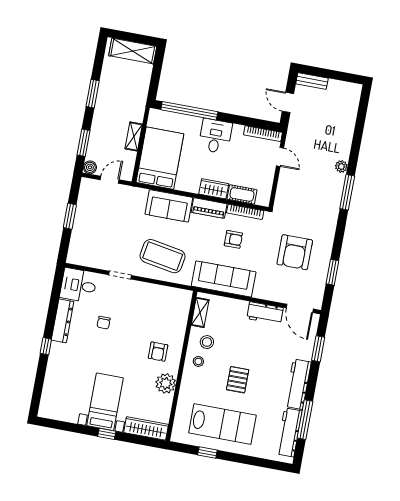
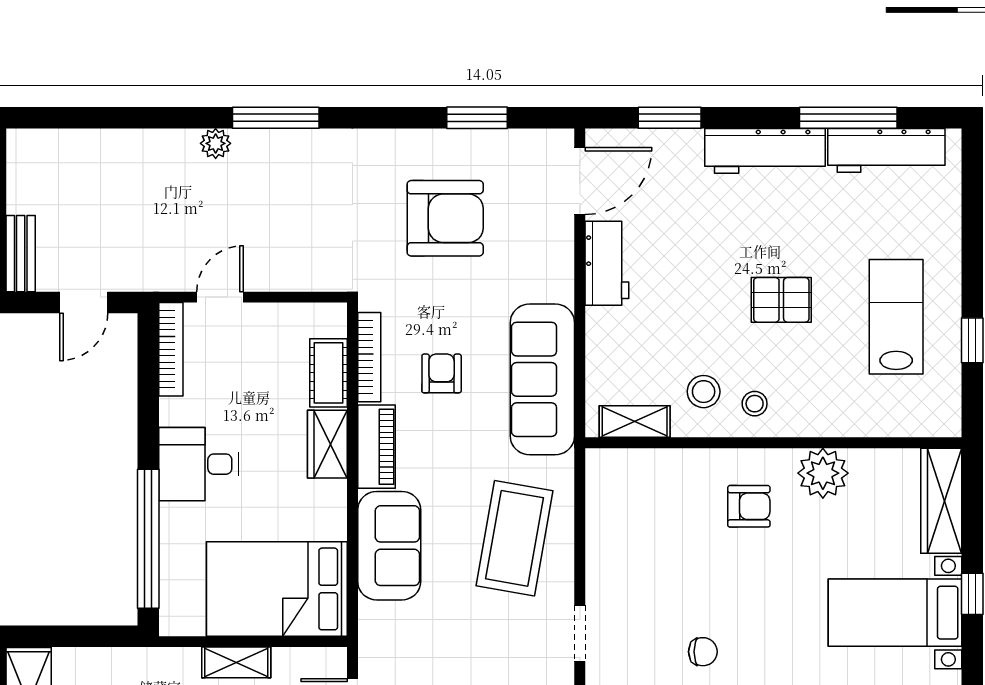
lab bench: (222, 424) -> (896, 317), width x0.73, depth x0.72

